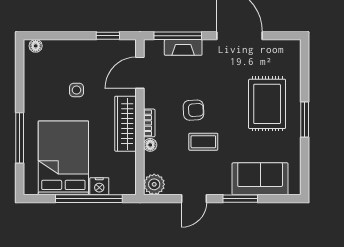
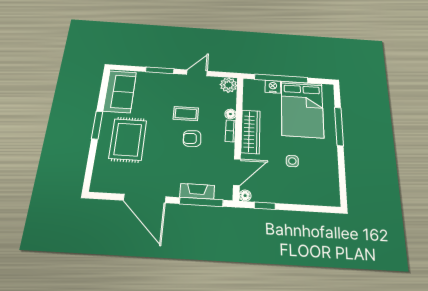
floor lamp: (36, 46) -> (245, 196), moved
sofa: (260, 179) -> (120, 92), moved, turned -90

